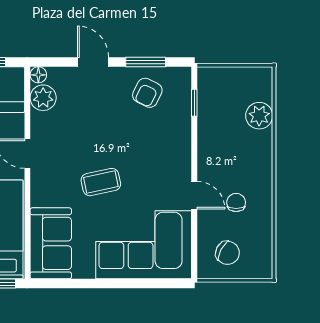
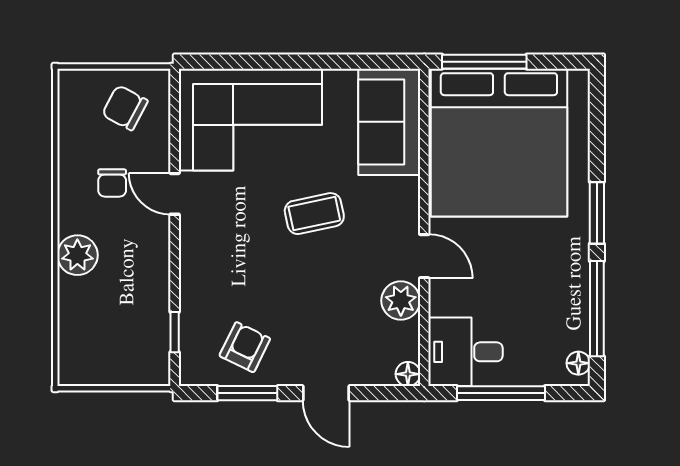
plant: (43, 98) -> (401, 301), moved
plant: (259, 116) -> (77, 255), moved

